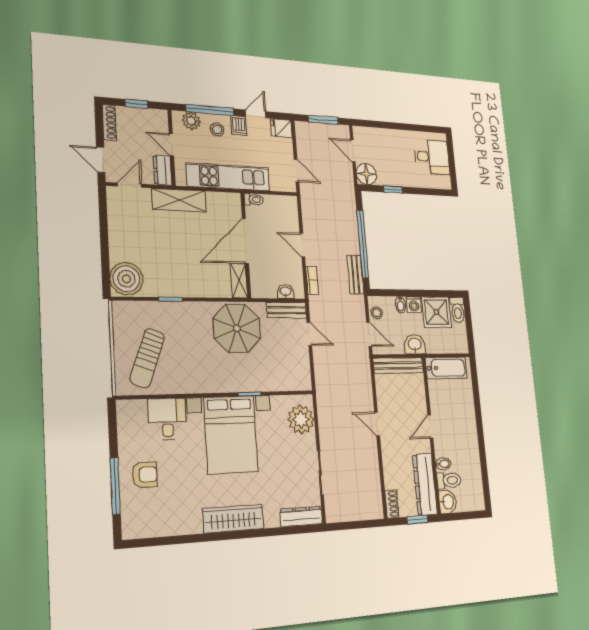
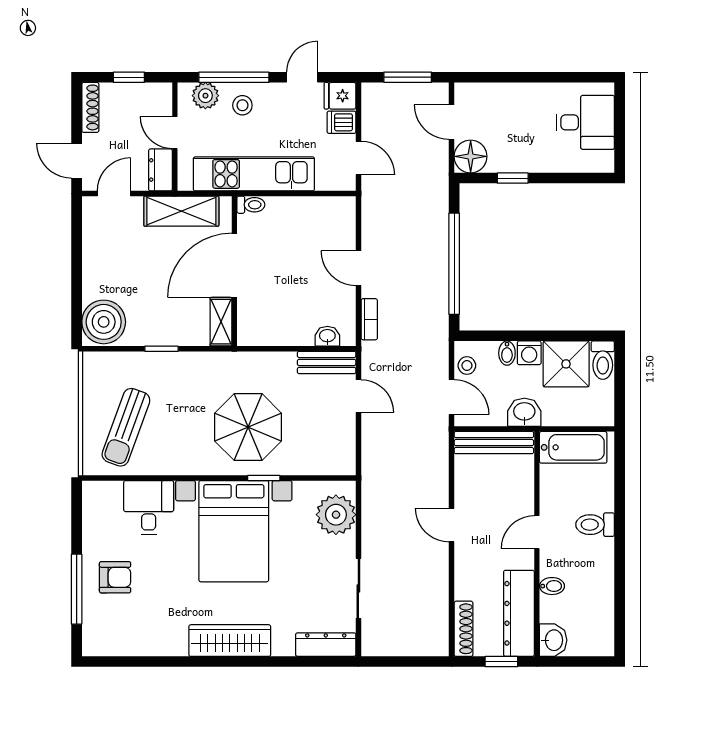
dishwasher: (239, 126) -> (341, 122), moved, turned 90
toilet: (254, 199) -> (251, 205), moved
door: (245, 241) -> (234, 265), moved
wall: (246, 245) -> (234, 271), moved
bench: (355, 275) -> (438, 310), removed
shelving: (239, 281) -> (221, 322), moved
parasol: (237, 328) -> (248, 427), moved
toilet: (449, 480) -> (595, 525), moved, turned 180
shoe rack: (392, 504) -> (464, 629), width x1.43

